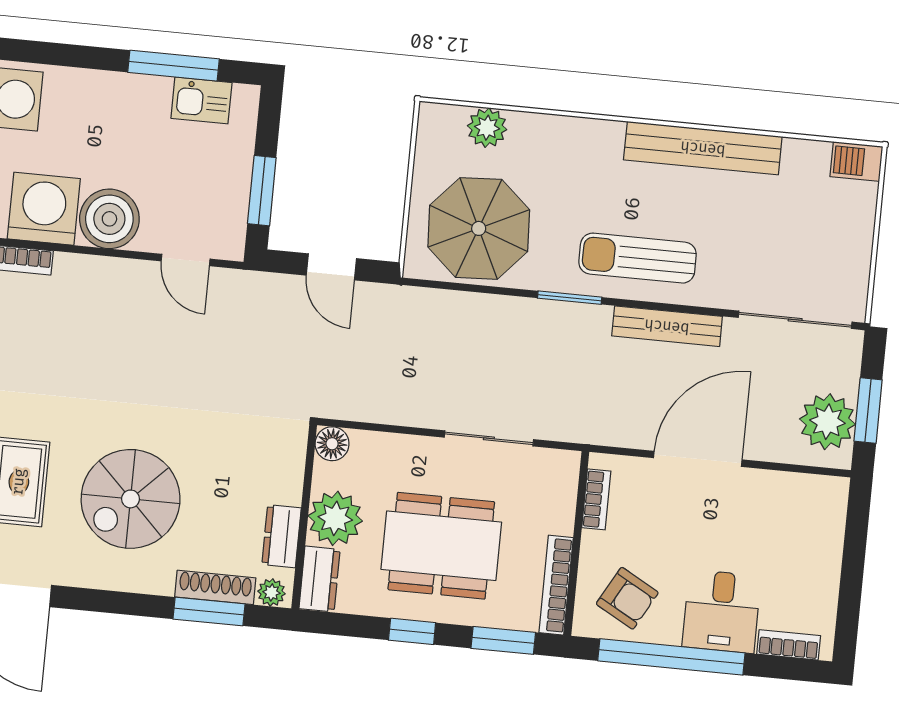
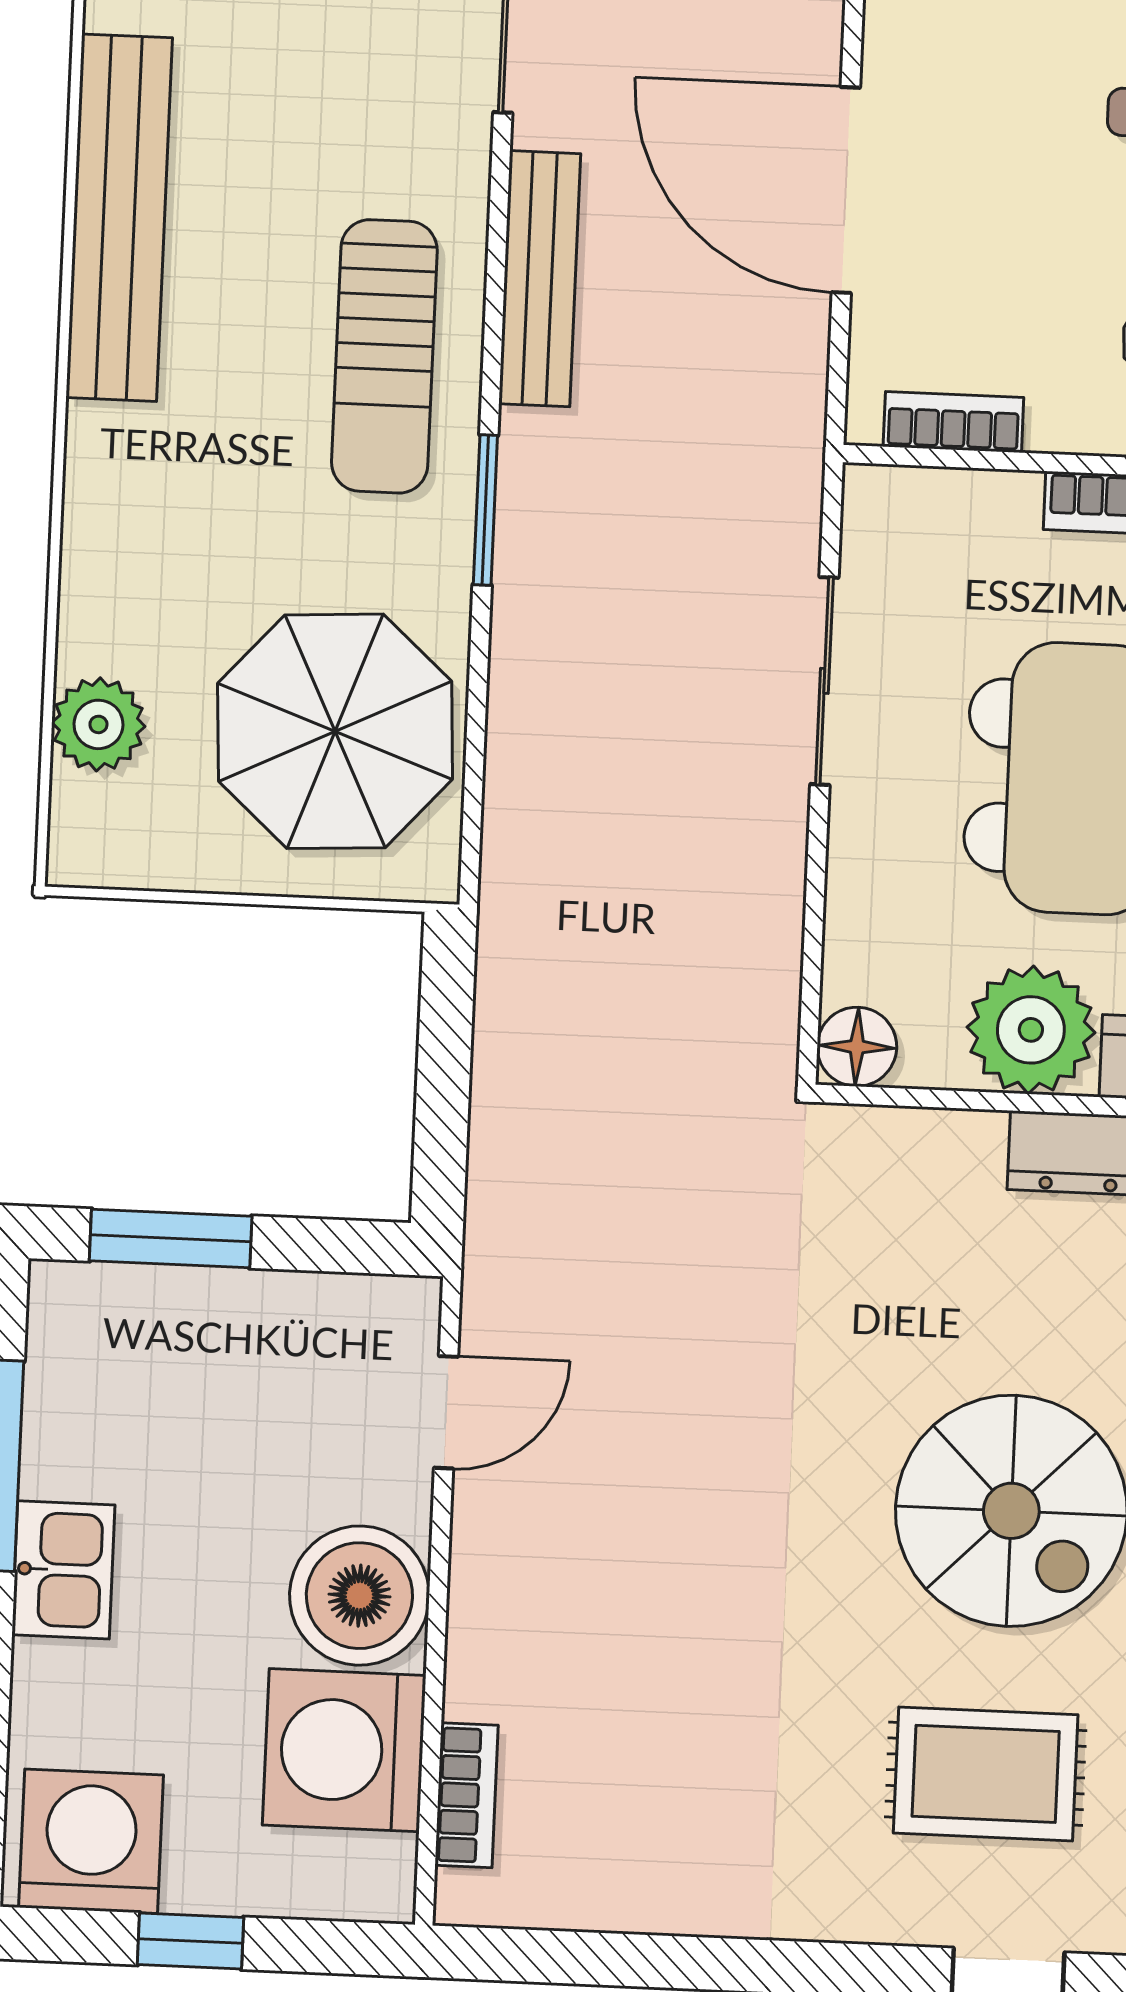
kitchen sink: (201, 100) -> (63, 1570), moved
window: (262, 191) -> (171, 1238), moved
door: (331, 267) -> (444, 1071), removed

